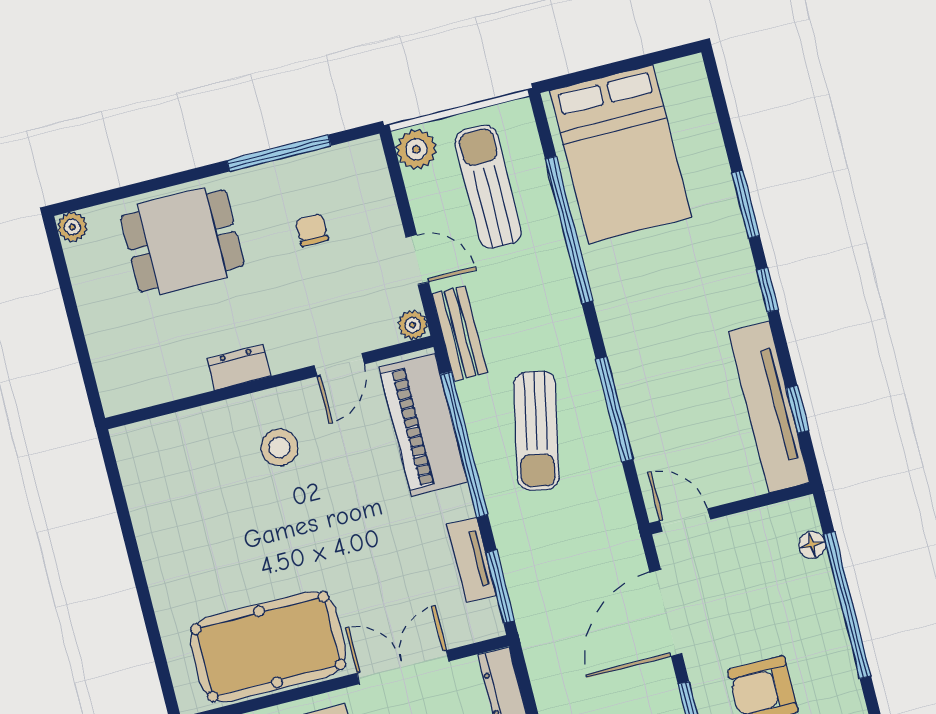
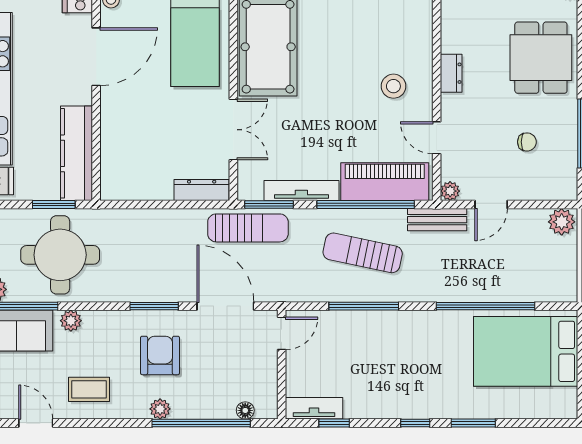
sun lounger: (488, 187) -> (248, 228), moved
tv unit: (769, 407) -> (314, 408), width x0.52, depth x0.78
tv unit: (471, 560) -> (301, 191), width x1.41
plant: (842, 671) -> (160, 409), added

